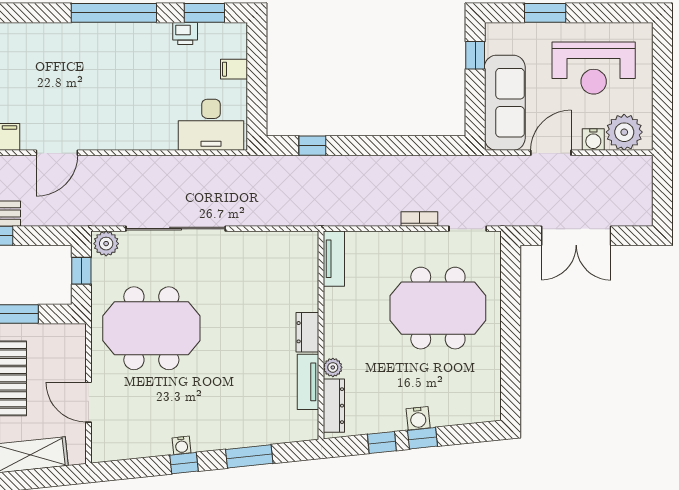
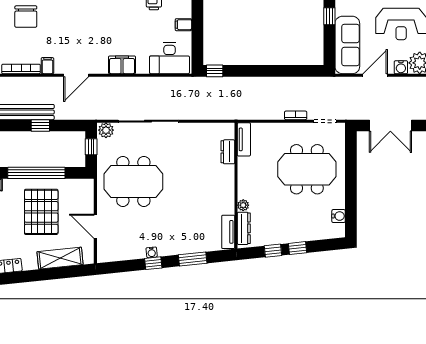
filing cabinet: (133, 136) -> (122, 65), added
window: (312, 146) -> (215, 71), moved
dresser: (307, 332) -> (228, 152), moved
tv unit: (308, 382) -> (228, 232), moved
water cooler: (418, 418) -> (339, 216), moved, turned -84

